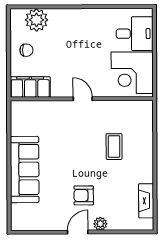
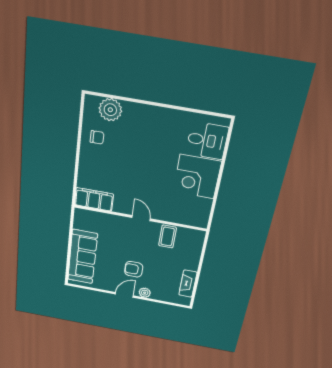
filing cabinet: (30, 87) -> (94, 199), moved
wall: (82, 99) -> (140, 218), moved
door: (83, 99) -> (141, 218), moved
sofa: (25, 169) -> (82, 257), moved

